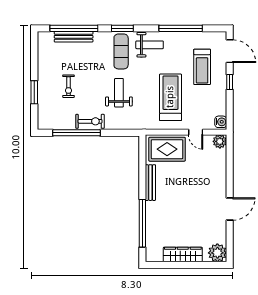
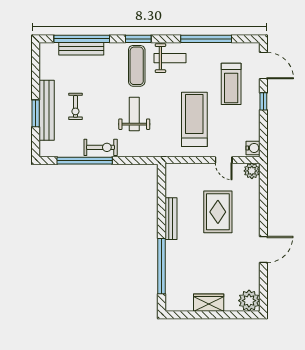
bench: (44, 90) -> (47, 110), added
rug: (167, 149) -> (218, 212), moved, turned 90
wardrobe: (183, 255) -> (209, 303), width x0.67

